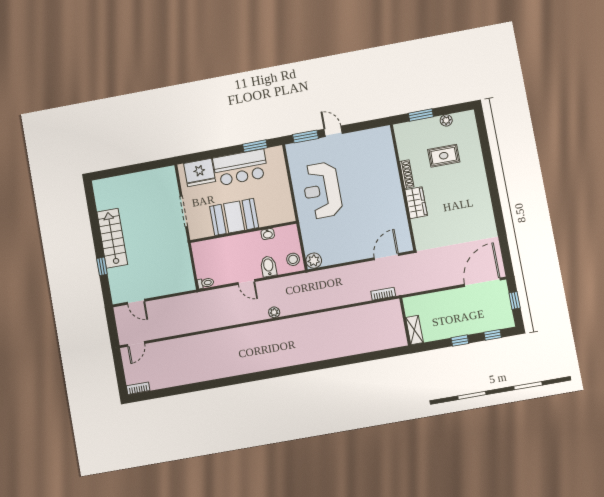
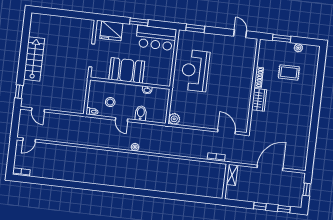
door: (333, 131) -> (240, 34), moved
window: (255, 146) -> (139, 22), moved
bar counter: (241, 167) -> (156, 38), moved
door: (386, 257) -> (227, 132), hinge flipped
stool: (293, 259) -> (110, 102), moved
window: (102, 266) -> (19, 92), moved
door: (482, 282) -> (270, 168), moved
shelving: (414, 330) -> (232, 175), moved

